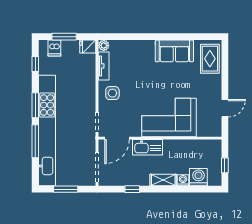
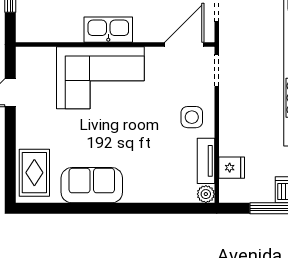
fridge: (88, 47) -> (232, 168), moved
kitchen sink: (147, 147) -> (108, 30), moved

